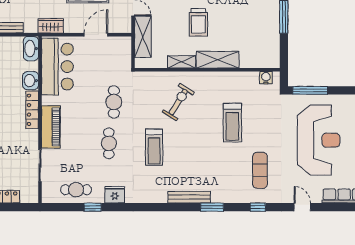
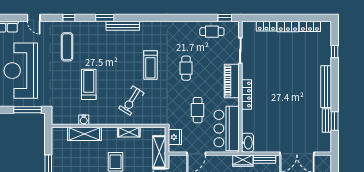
wardrobe: (51, 26) -> (243, 161), moved
shelving: (218, 60) -> (84, 134), moved
water cooler: (266, 78) -> (84, 120), moved
washbasin: (31, 81) -> (248, 117), removed
cafe table: (114, 102) -> (198, 110), moved
treadmill: (154, 147) -> (150, 65), turned 180
fridge: (115, 195) -> (175, 137), moved, turned -90
window: (93, 207) -> (225, 18), moved

